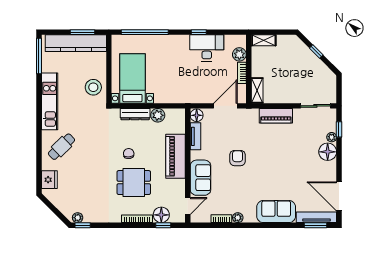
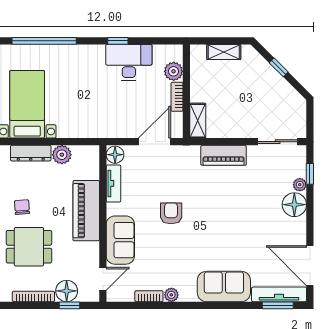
shelving: (264, 40) -> (224, 52), moved

